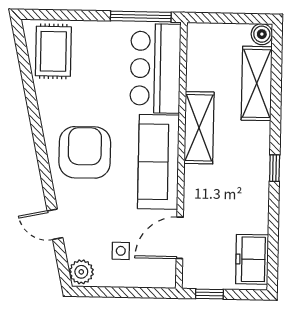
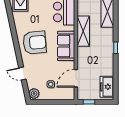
armchair: (85, 152) -> (35, 43), turned 85
sofa: (158, 162) -> (66, 46), width x0.73

